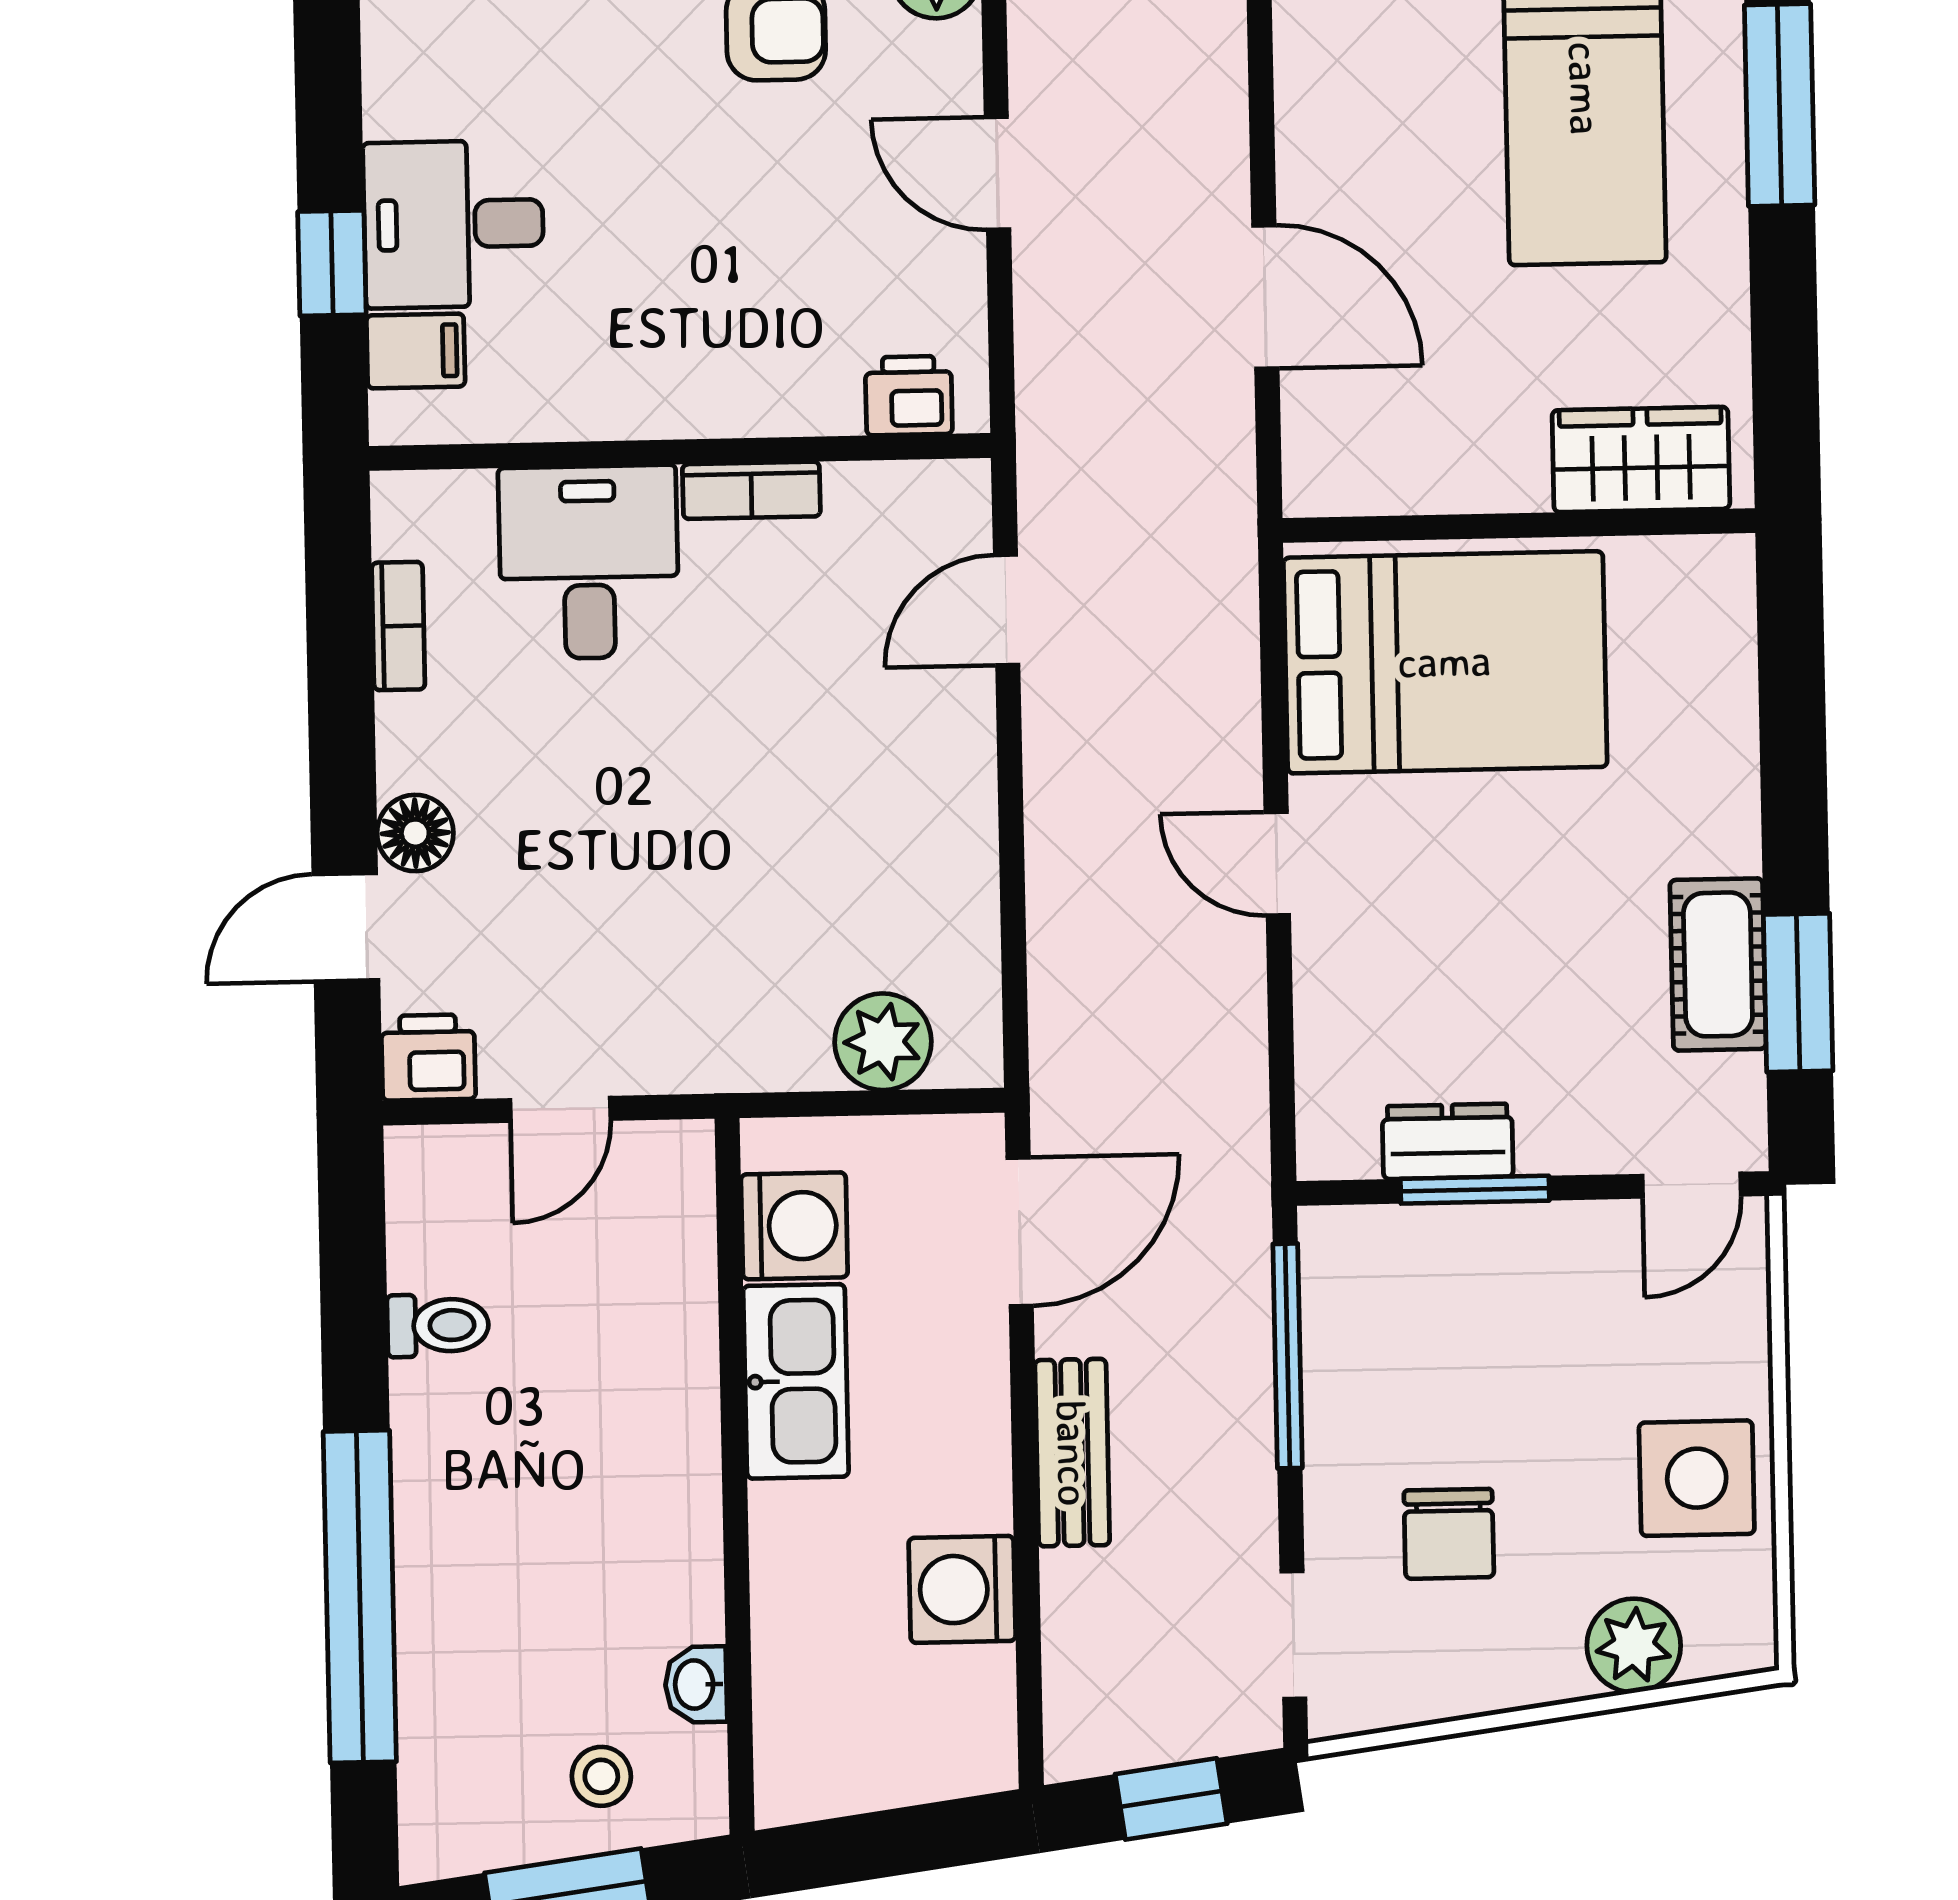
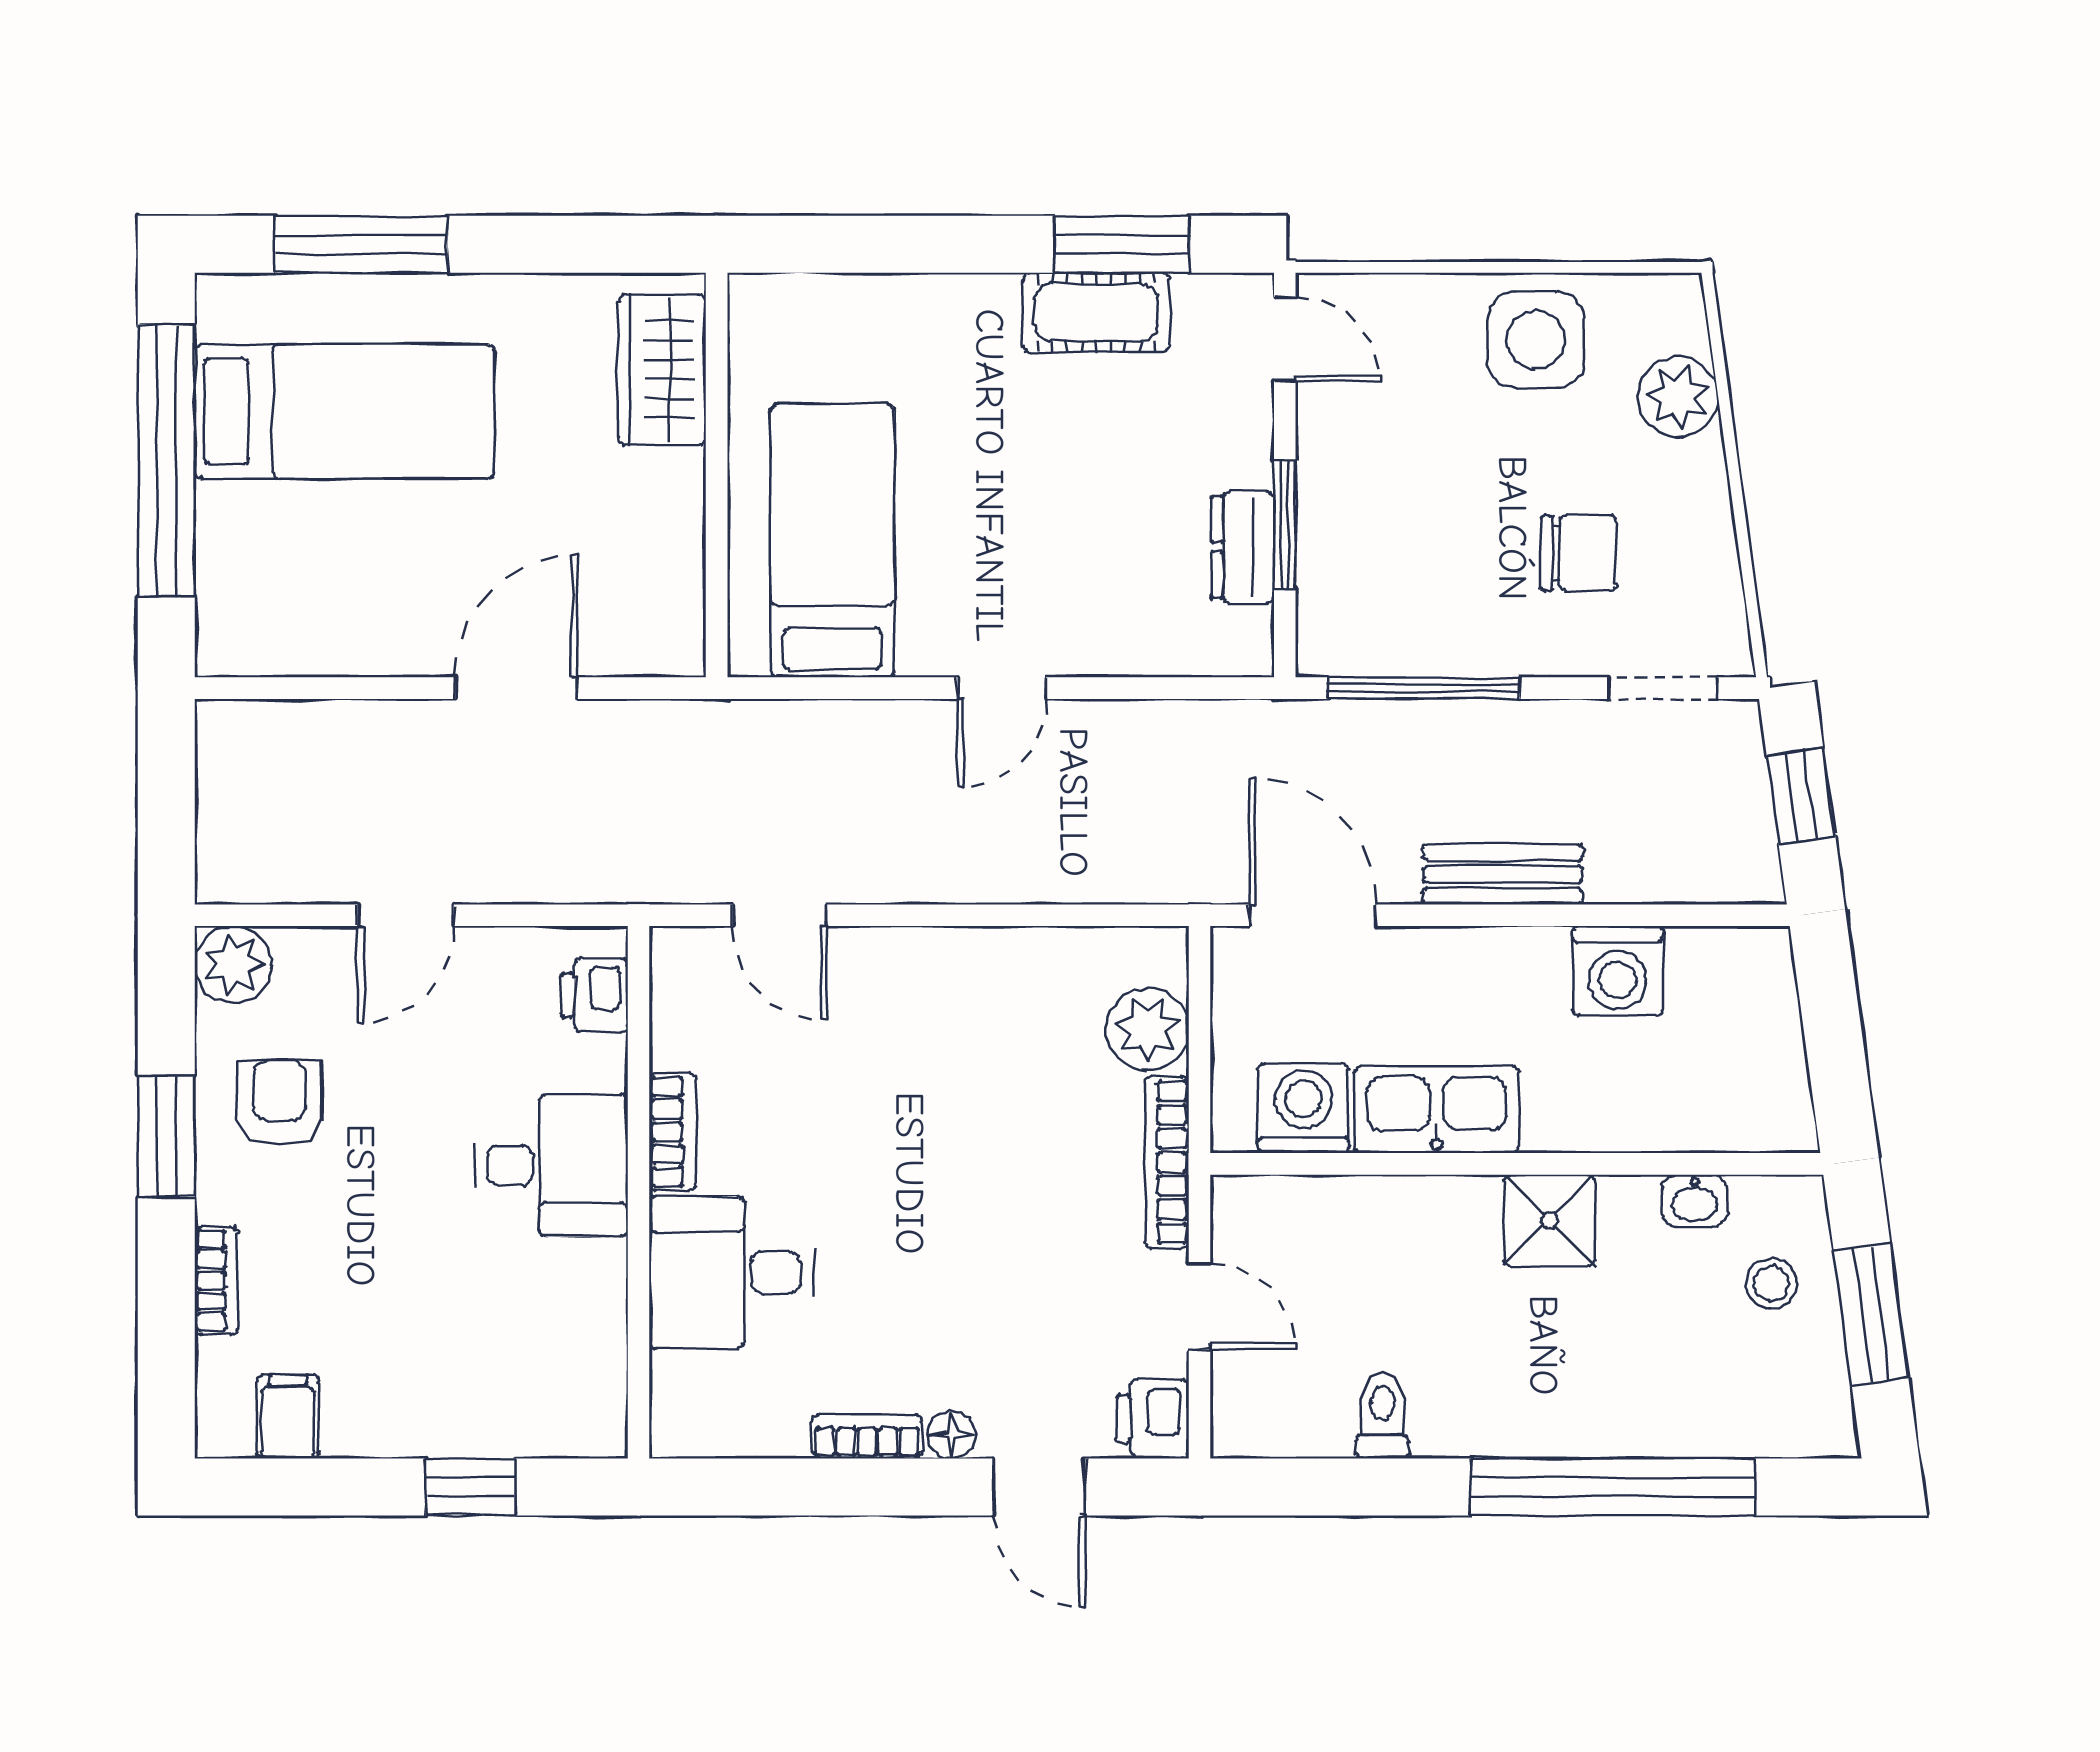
desk: (454, 224) -> (551, 1165), moved, turned -90
filing cabinet: (416, 351) -> (288, 1417), moved
bookcase: (398, 626) -> (867, 1437), moved
bed: (1445, 662) -> (832, 541), width x0.67
floor lamp: (415, 833) -> (951, 1435), width x0.73, depth x0.73
bookcase: (728, 1068) -> (1167, 1162), added
shower: (669, 1516) -> (1549, 1220), added

